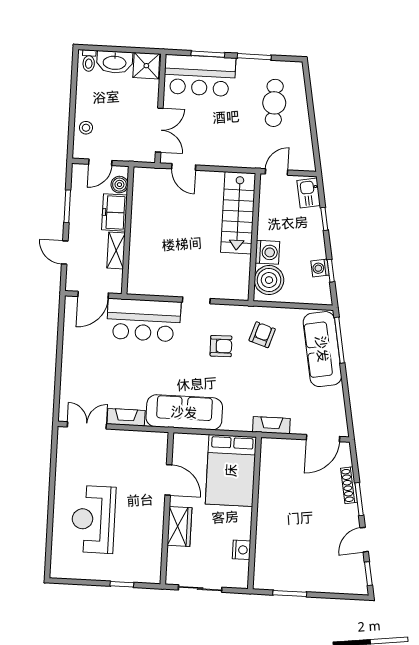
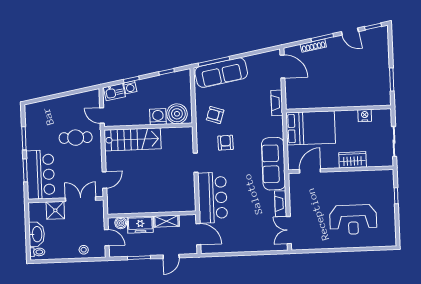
shower: (146, 66) -> (55, 210), moved
cafe table: (274, 103) -> (76, 138), moved
washing machine: (320, 268) -> (130, 87), moved
door: (168, 480) -> (310, 171), moved

